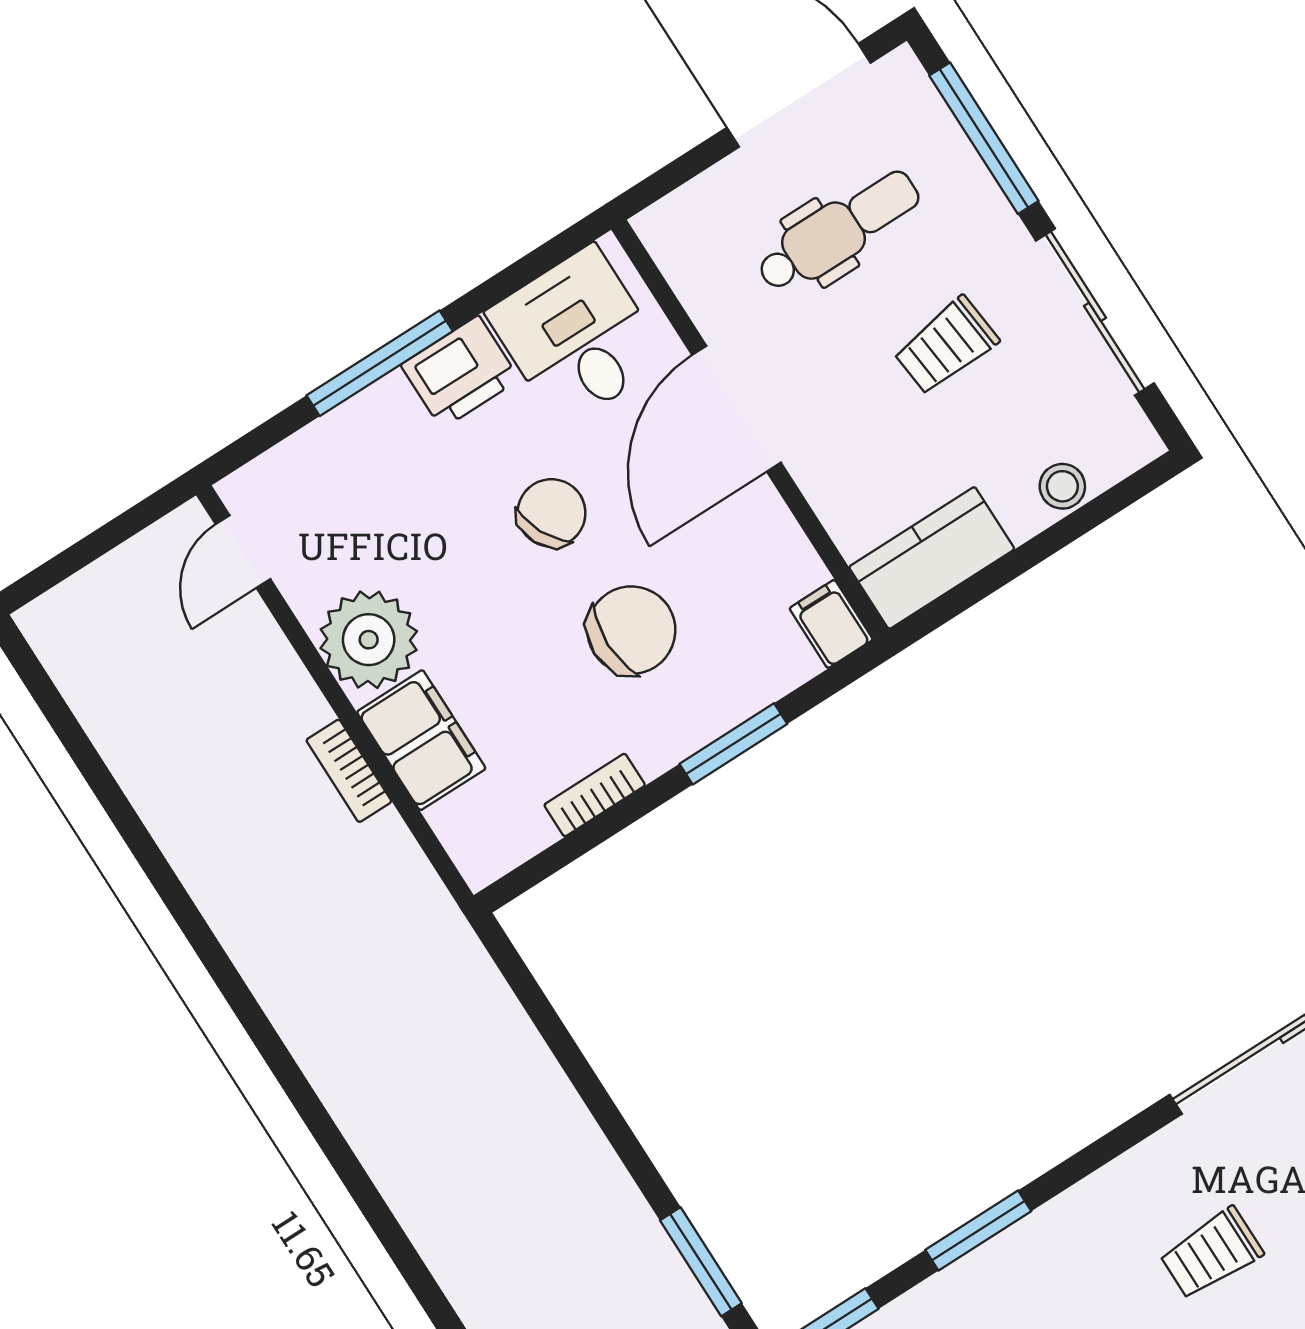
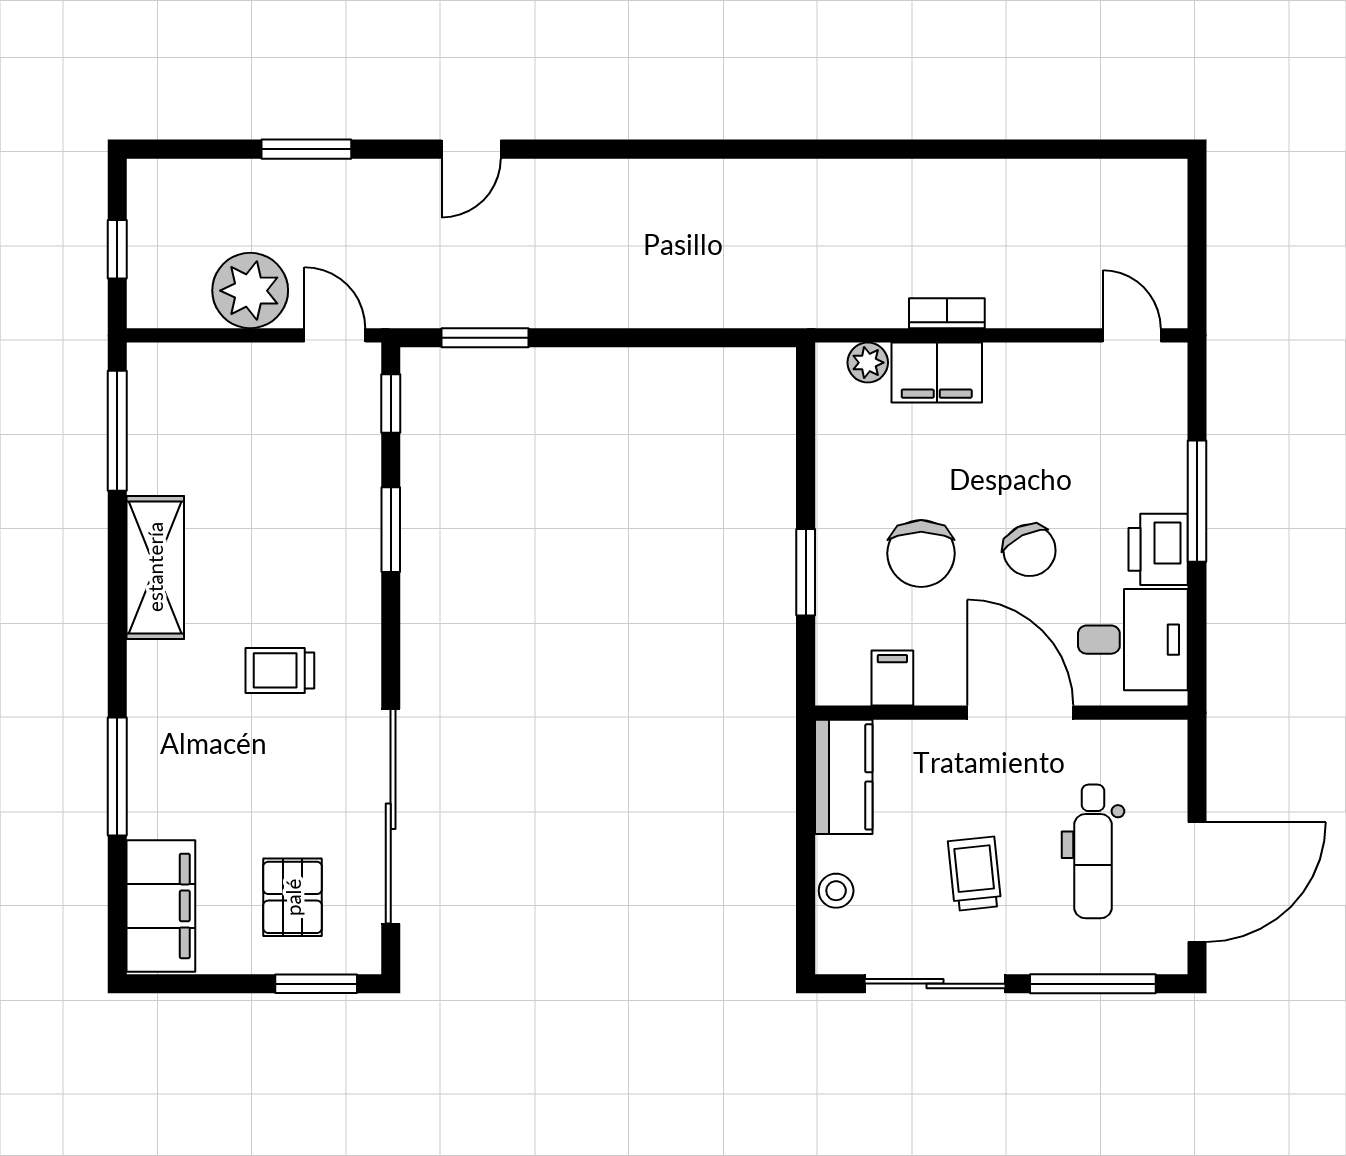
filing cabinet: (831, 624) -> (892, 678), moved, turned -90
plant: (369, 640) -> (868, 363), moved, width x0.53, depth x0.53
bookcase: (595, 795) -> (830, 462), removed
trolley: (1211, 1253) -> (280, 670), turned -90

